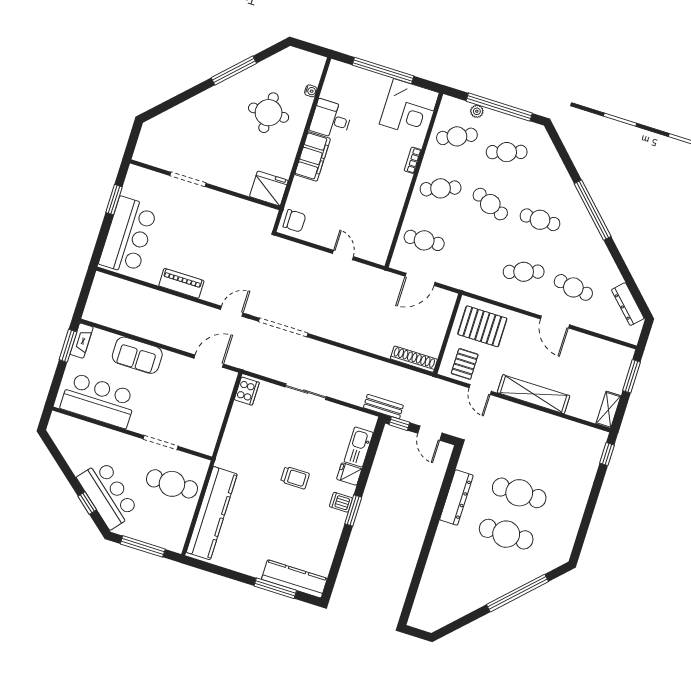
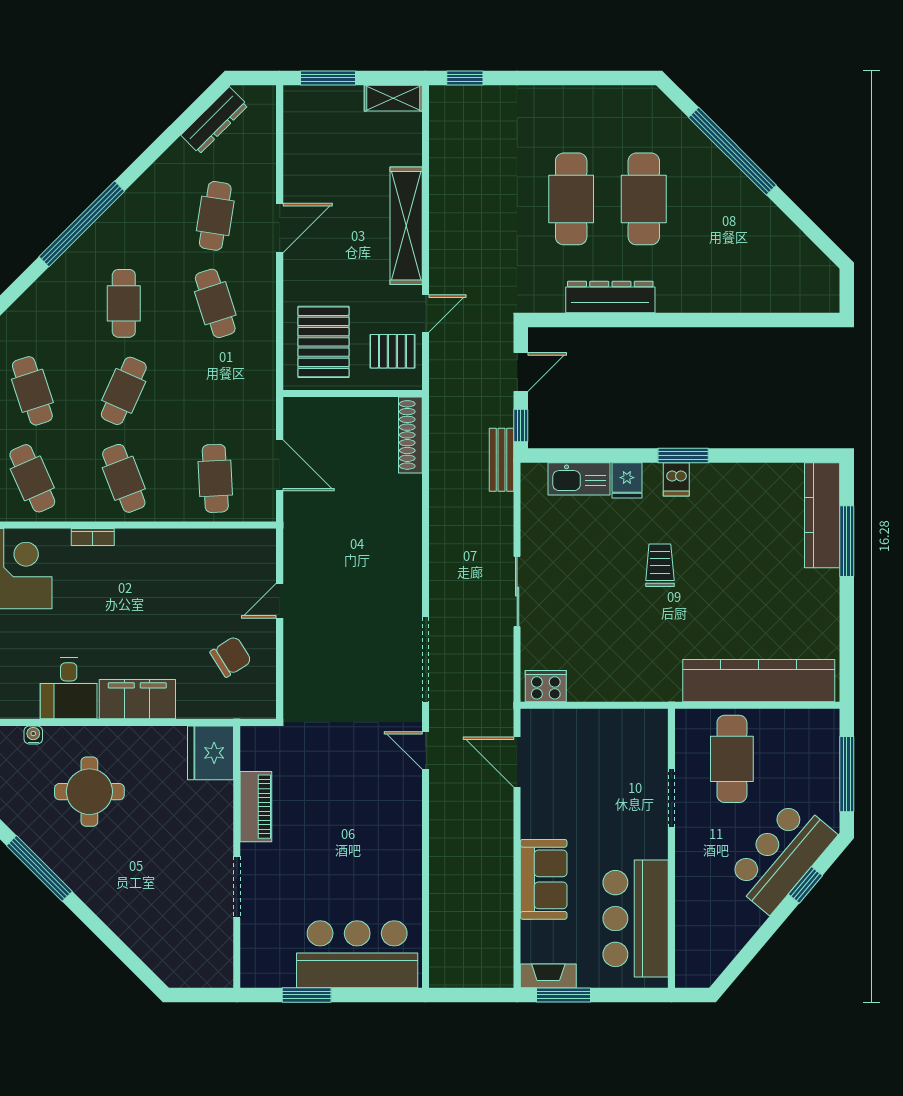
chair: (294, 221) -> (231, 657), moved, turned 58
piano: (181, 283) -> (256, 807), moved, turned 180

